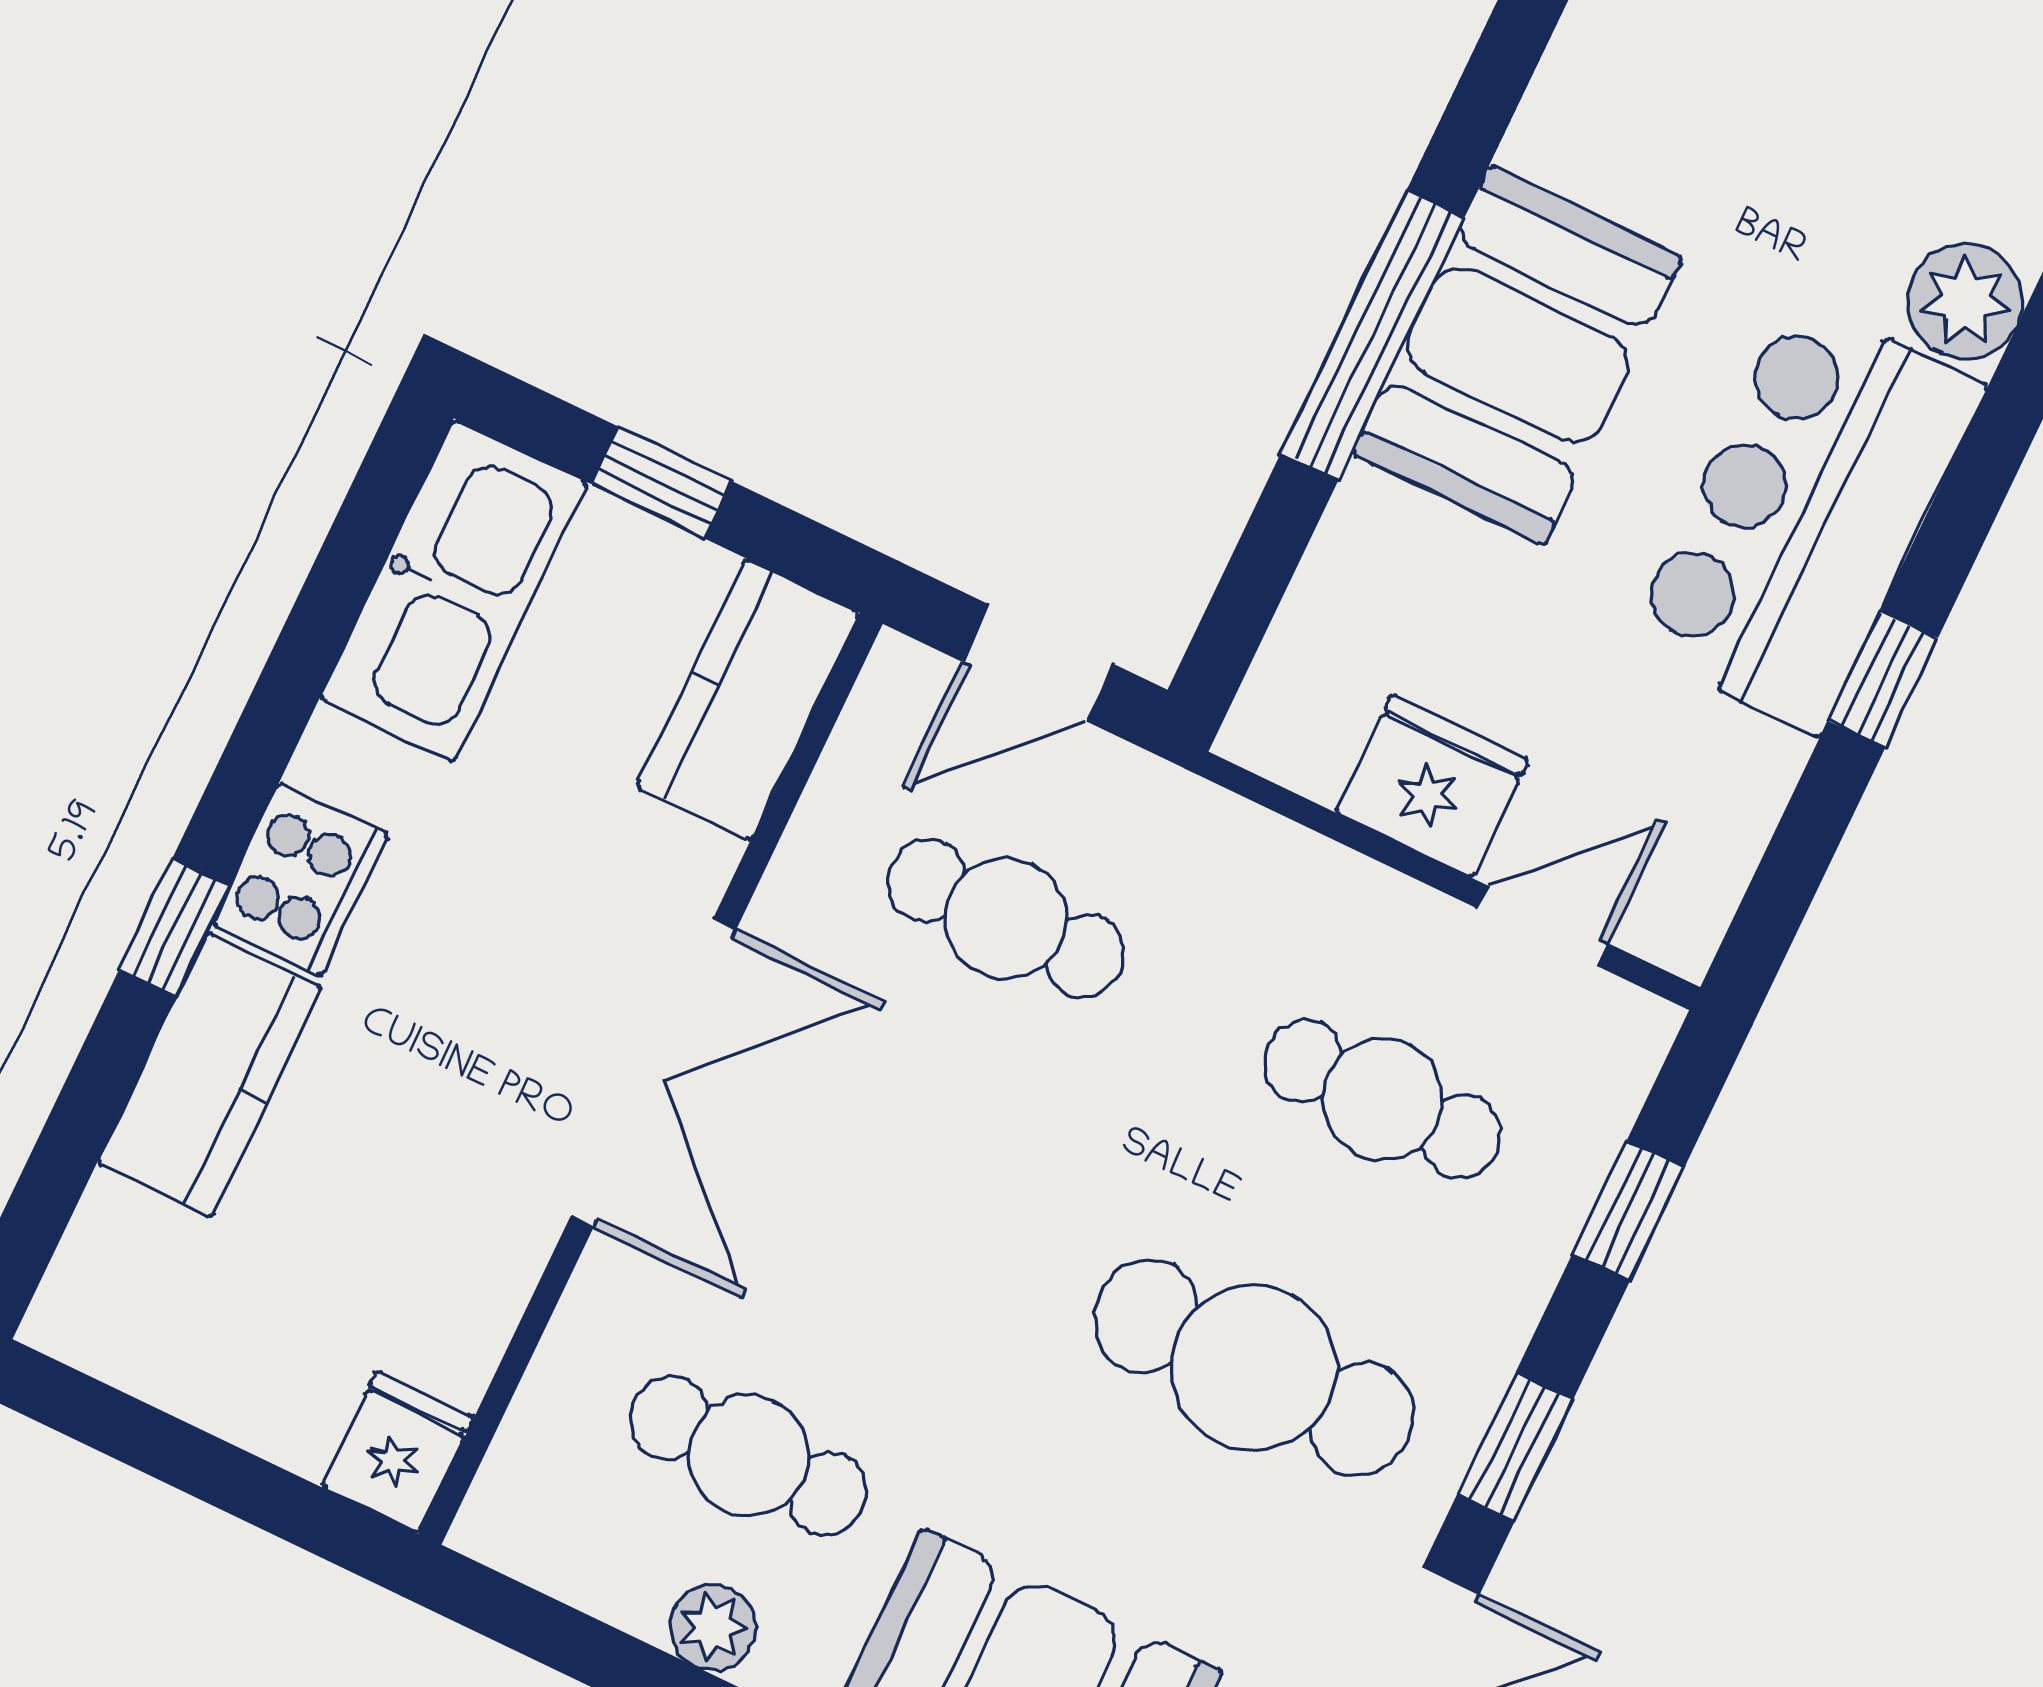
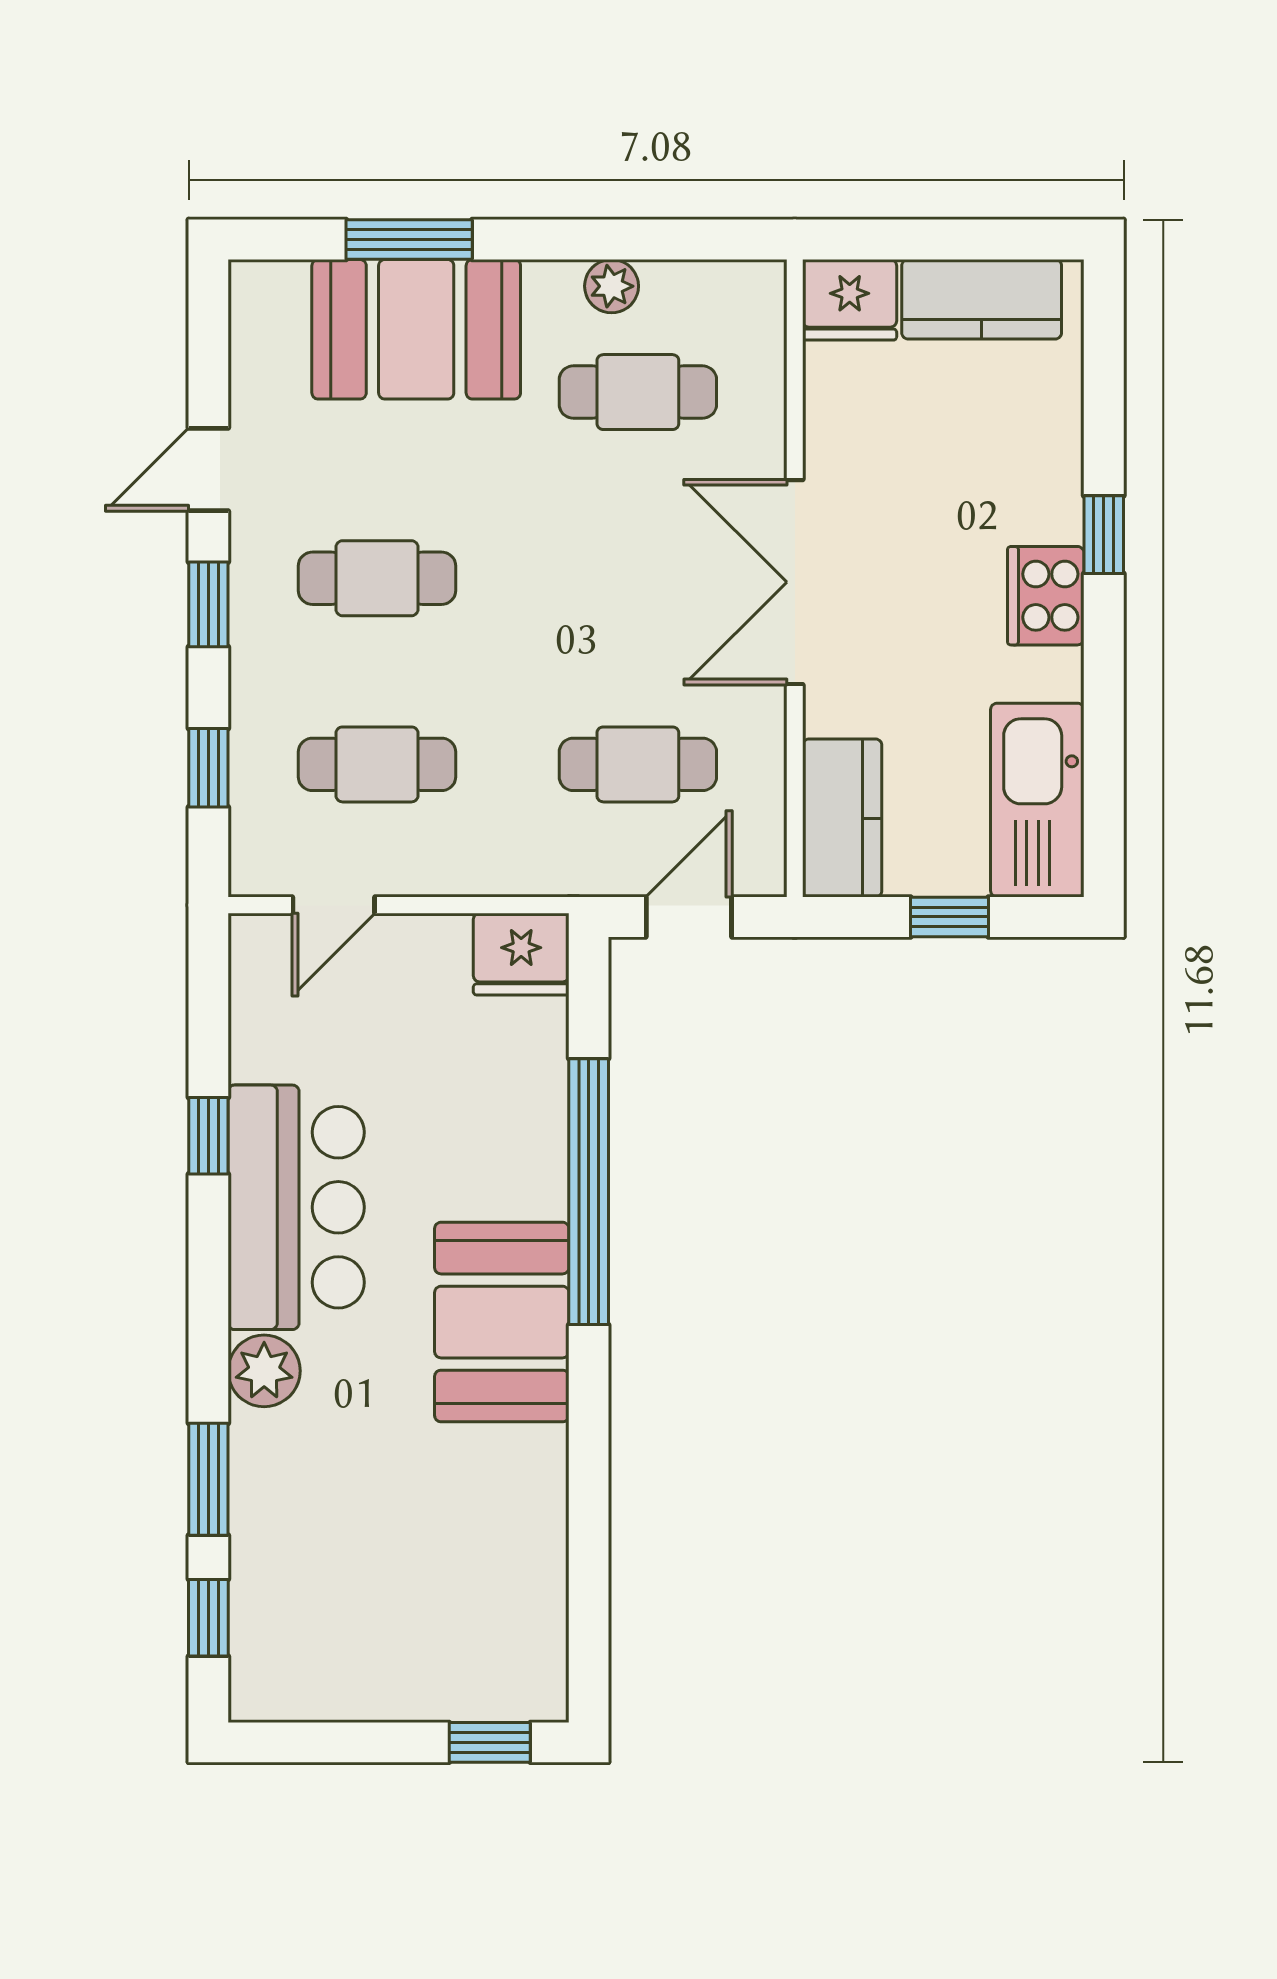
window: (1372, 335) -> (589, 1192), width x1.46
booth: (1517, 355) -> (502, 1322), moved
fridge: (1432, 786) -> (521, 954), moved
kitchen counter: (210, 1075) -> (982, 299), moved, turned -90
cafe table: (1254, 1368) -> (377, 578), width x0.73, depth x0.74
fridge: (397, 1452) -> (850, 300), width x1.38

